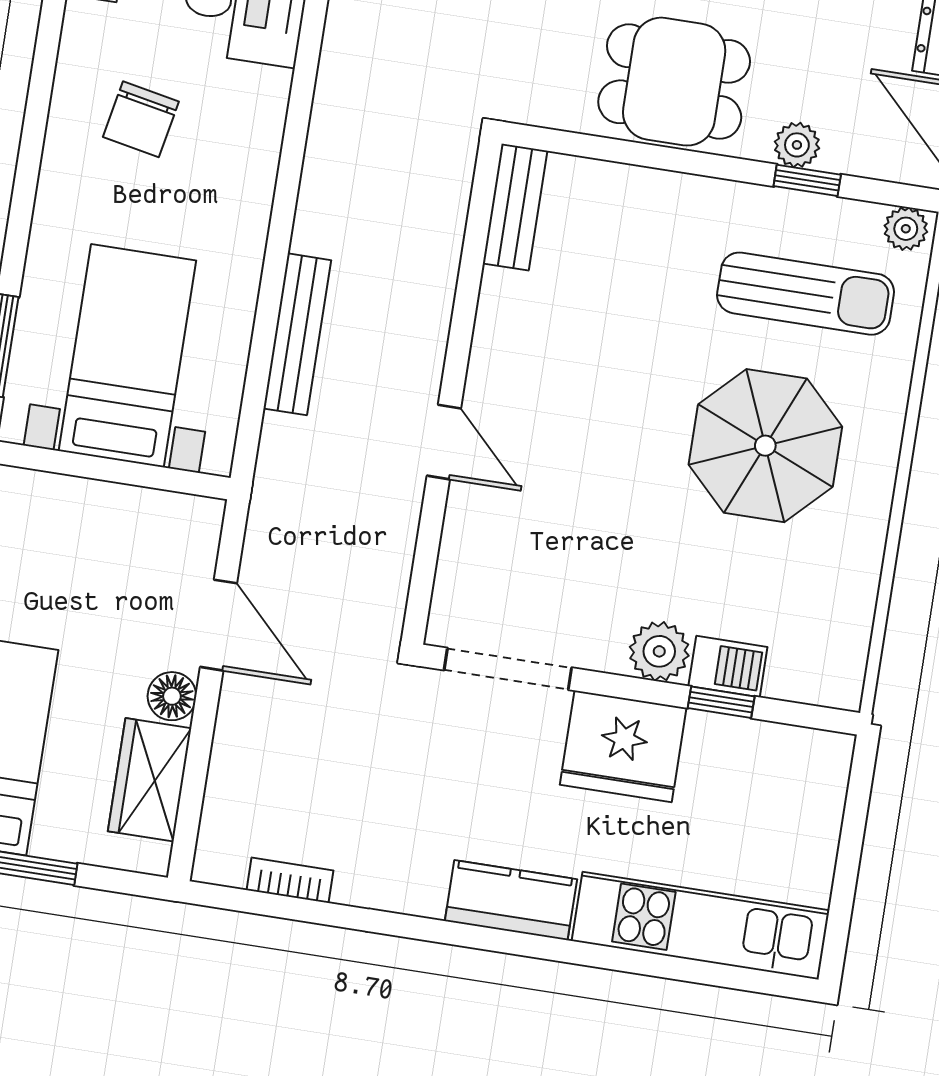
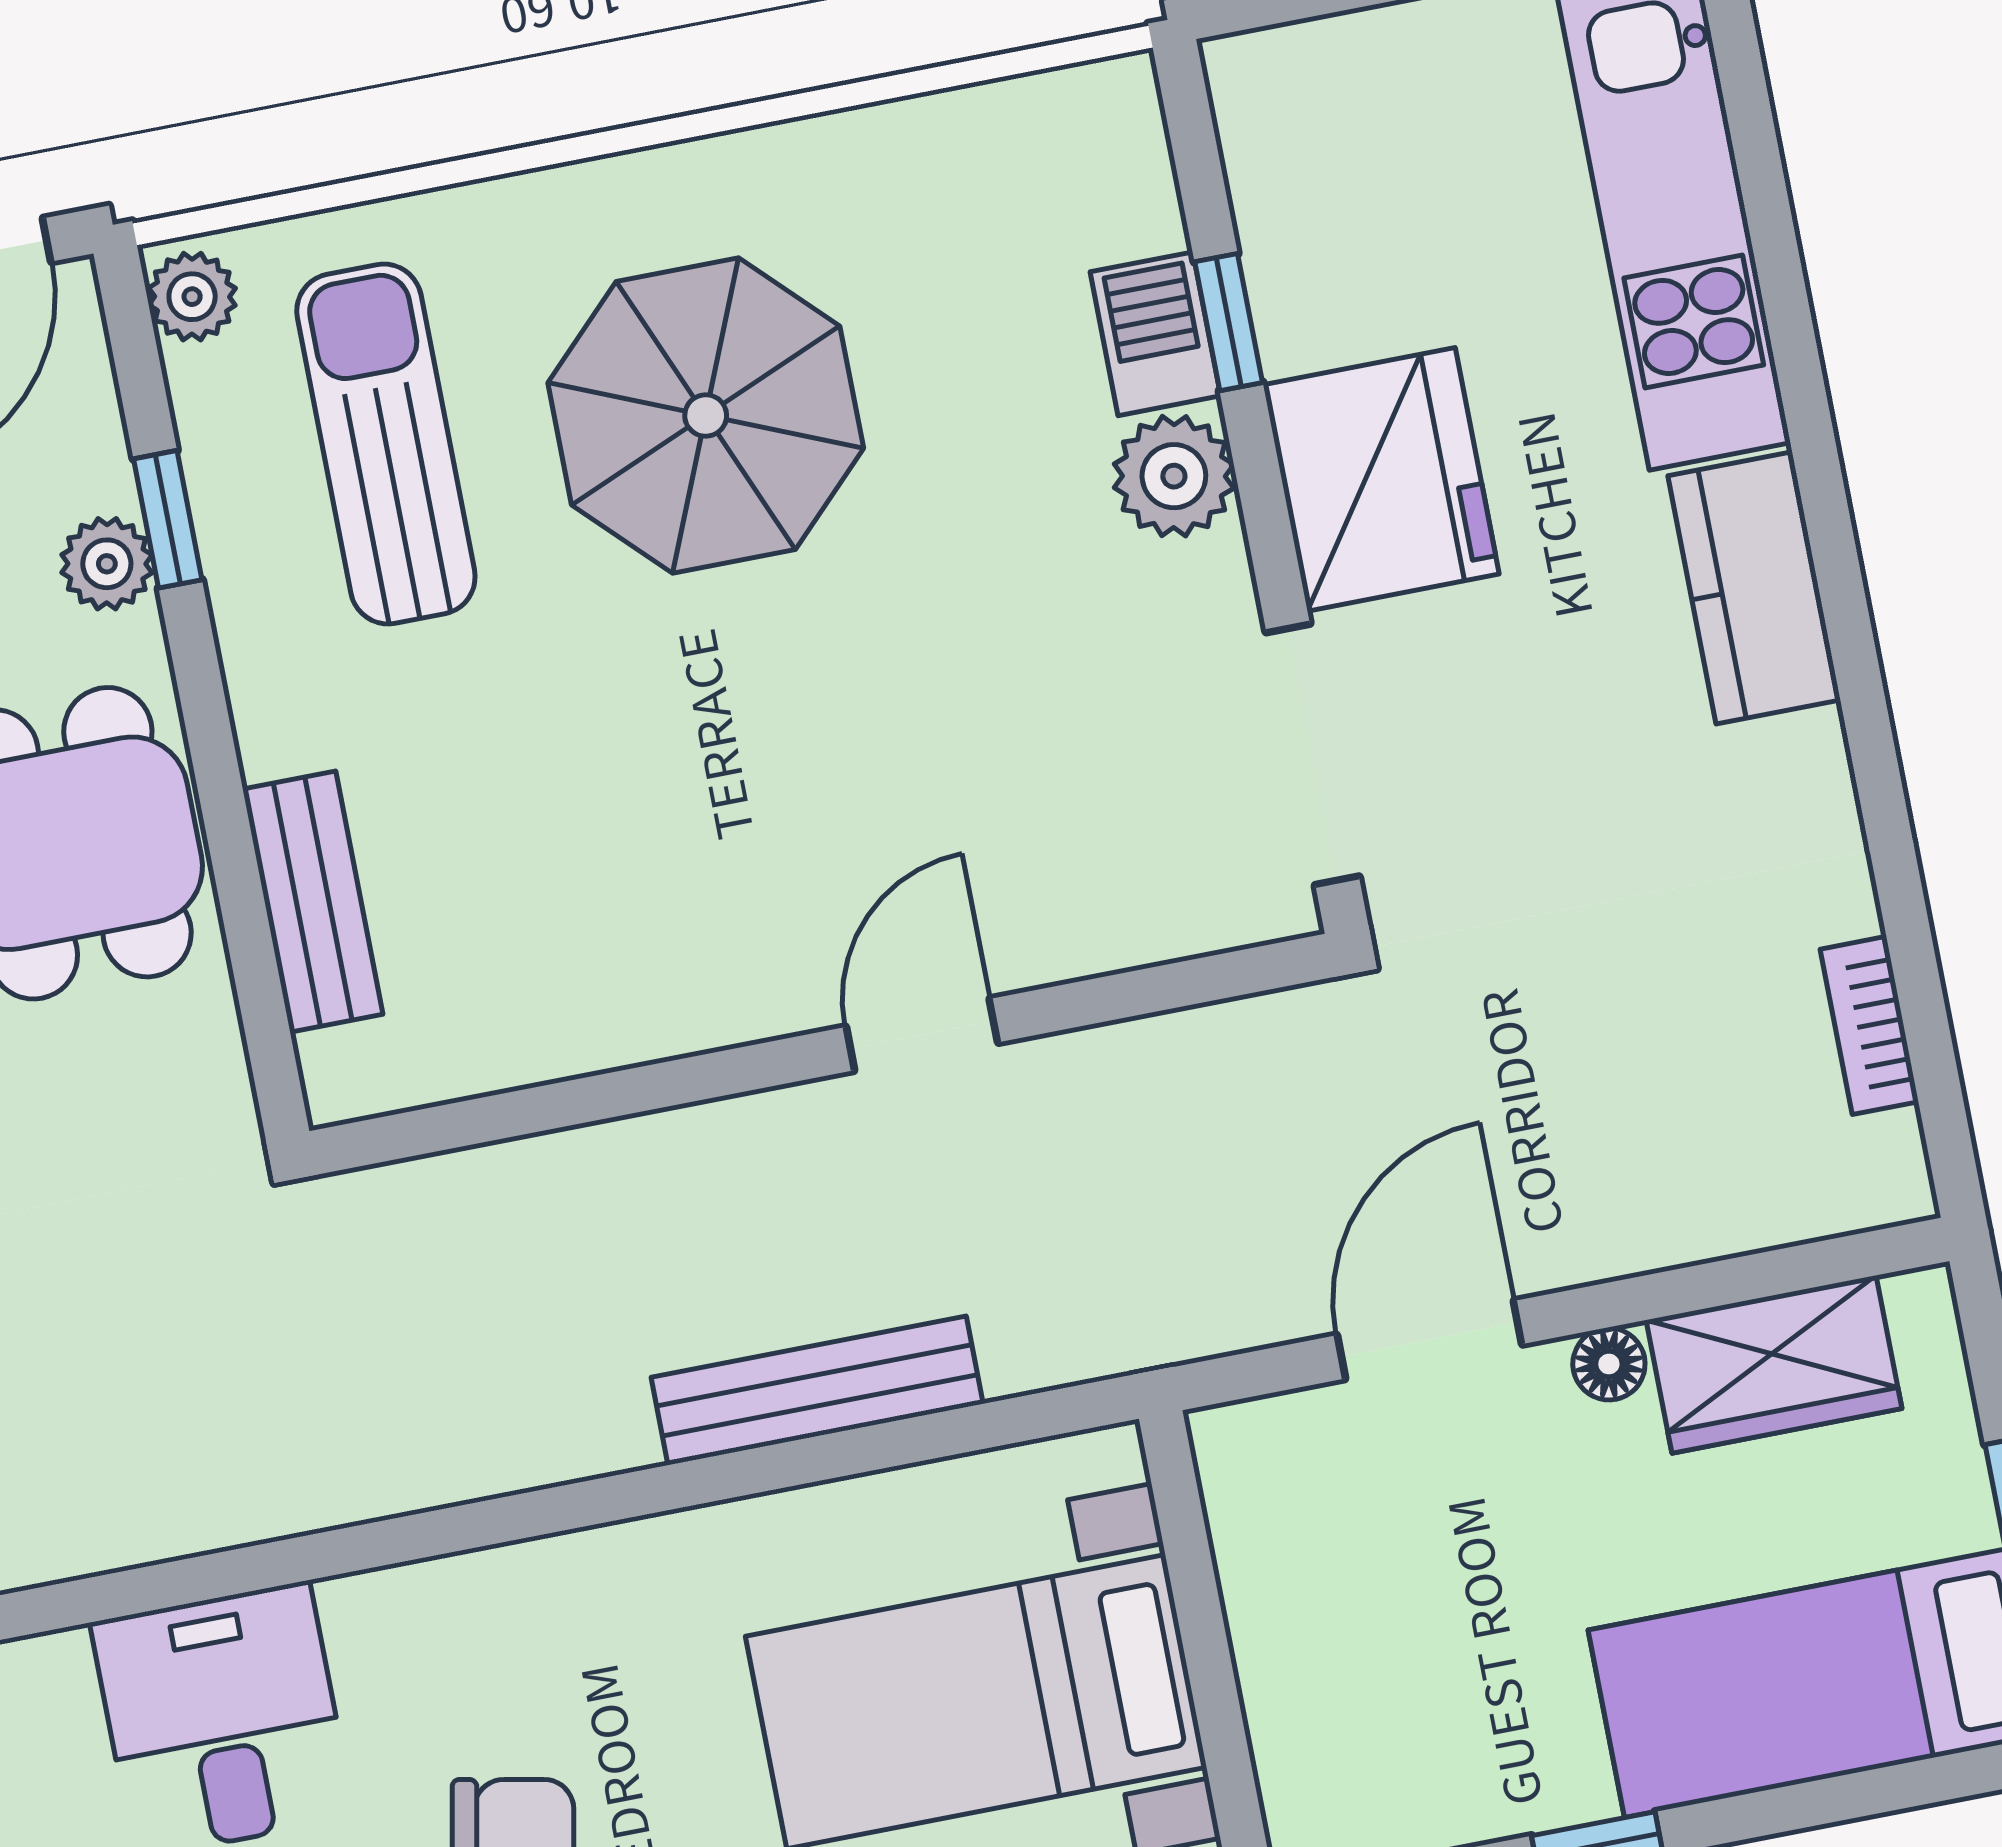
bench: (515, 207) -> (313, 902), moved, turned 90
floor lamp: (172, 696) -> (1609, 1364), width x0.73, depth x0.73

